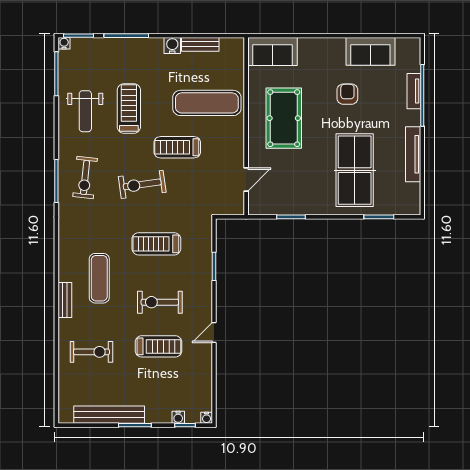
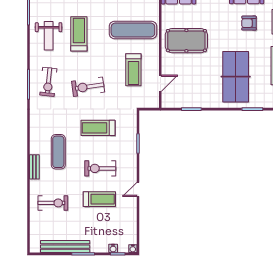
armchair: (347, 94) -> (249, 23), moved, turned -90
pool table: (284, 118) -> (186, 41), turned 90
treadmill: (177, 147) -> (133, 70), moved, turned -90

